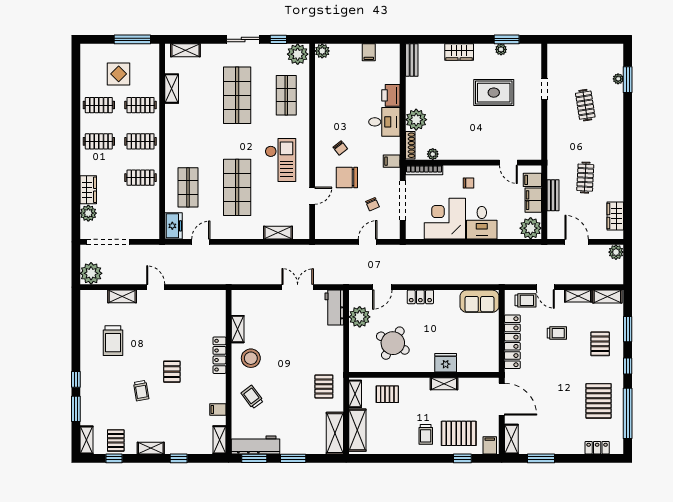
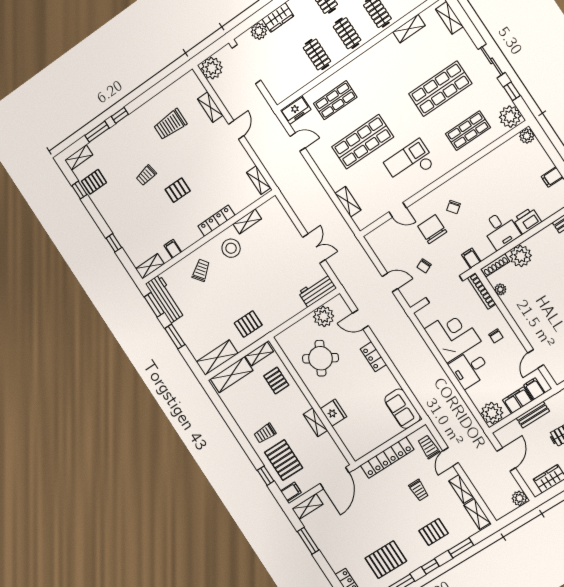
checkout: (280, 160) -> (410, 163), turned 180
trolley: (525, 300) -> (429, 447), turned 180
shelving: (151, 448) -> (259, 180), moved

